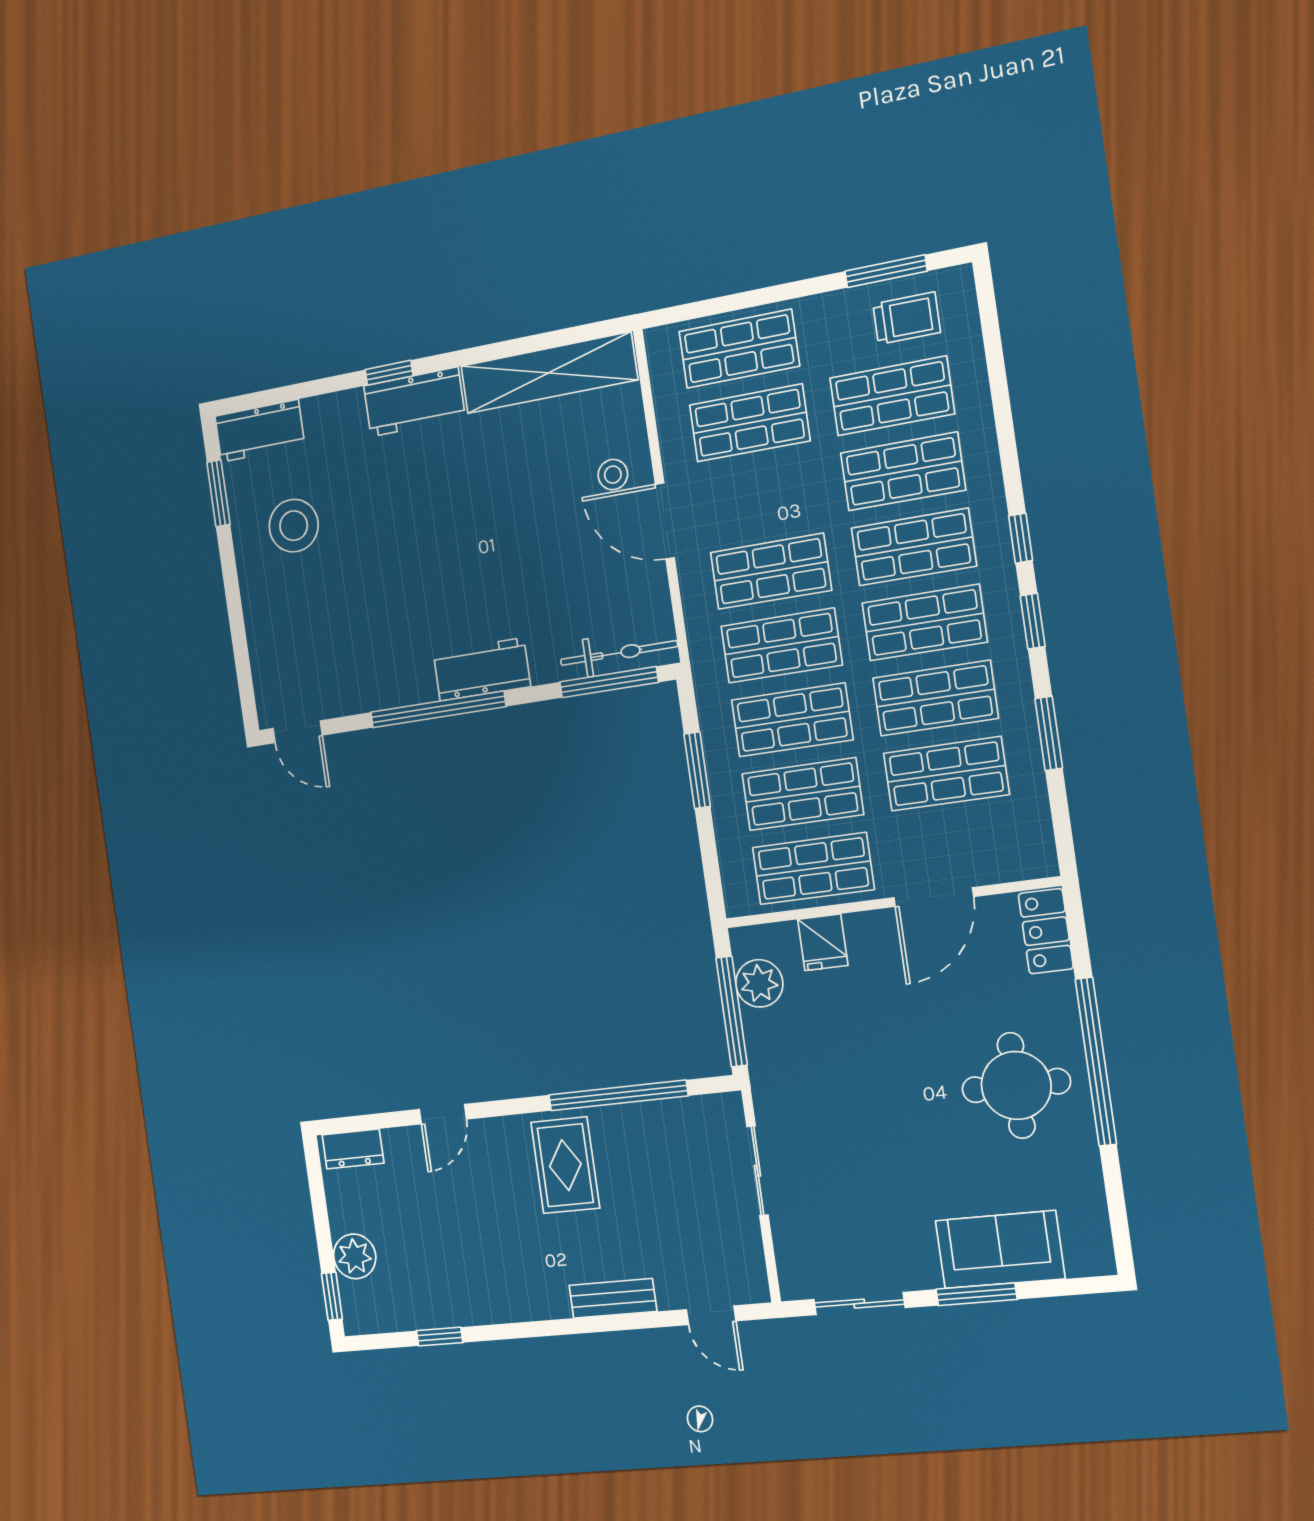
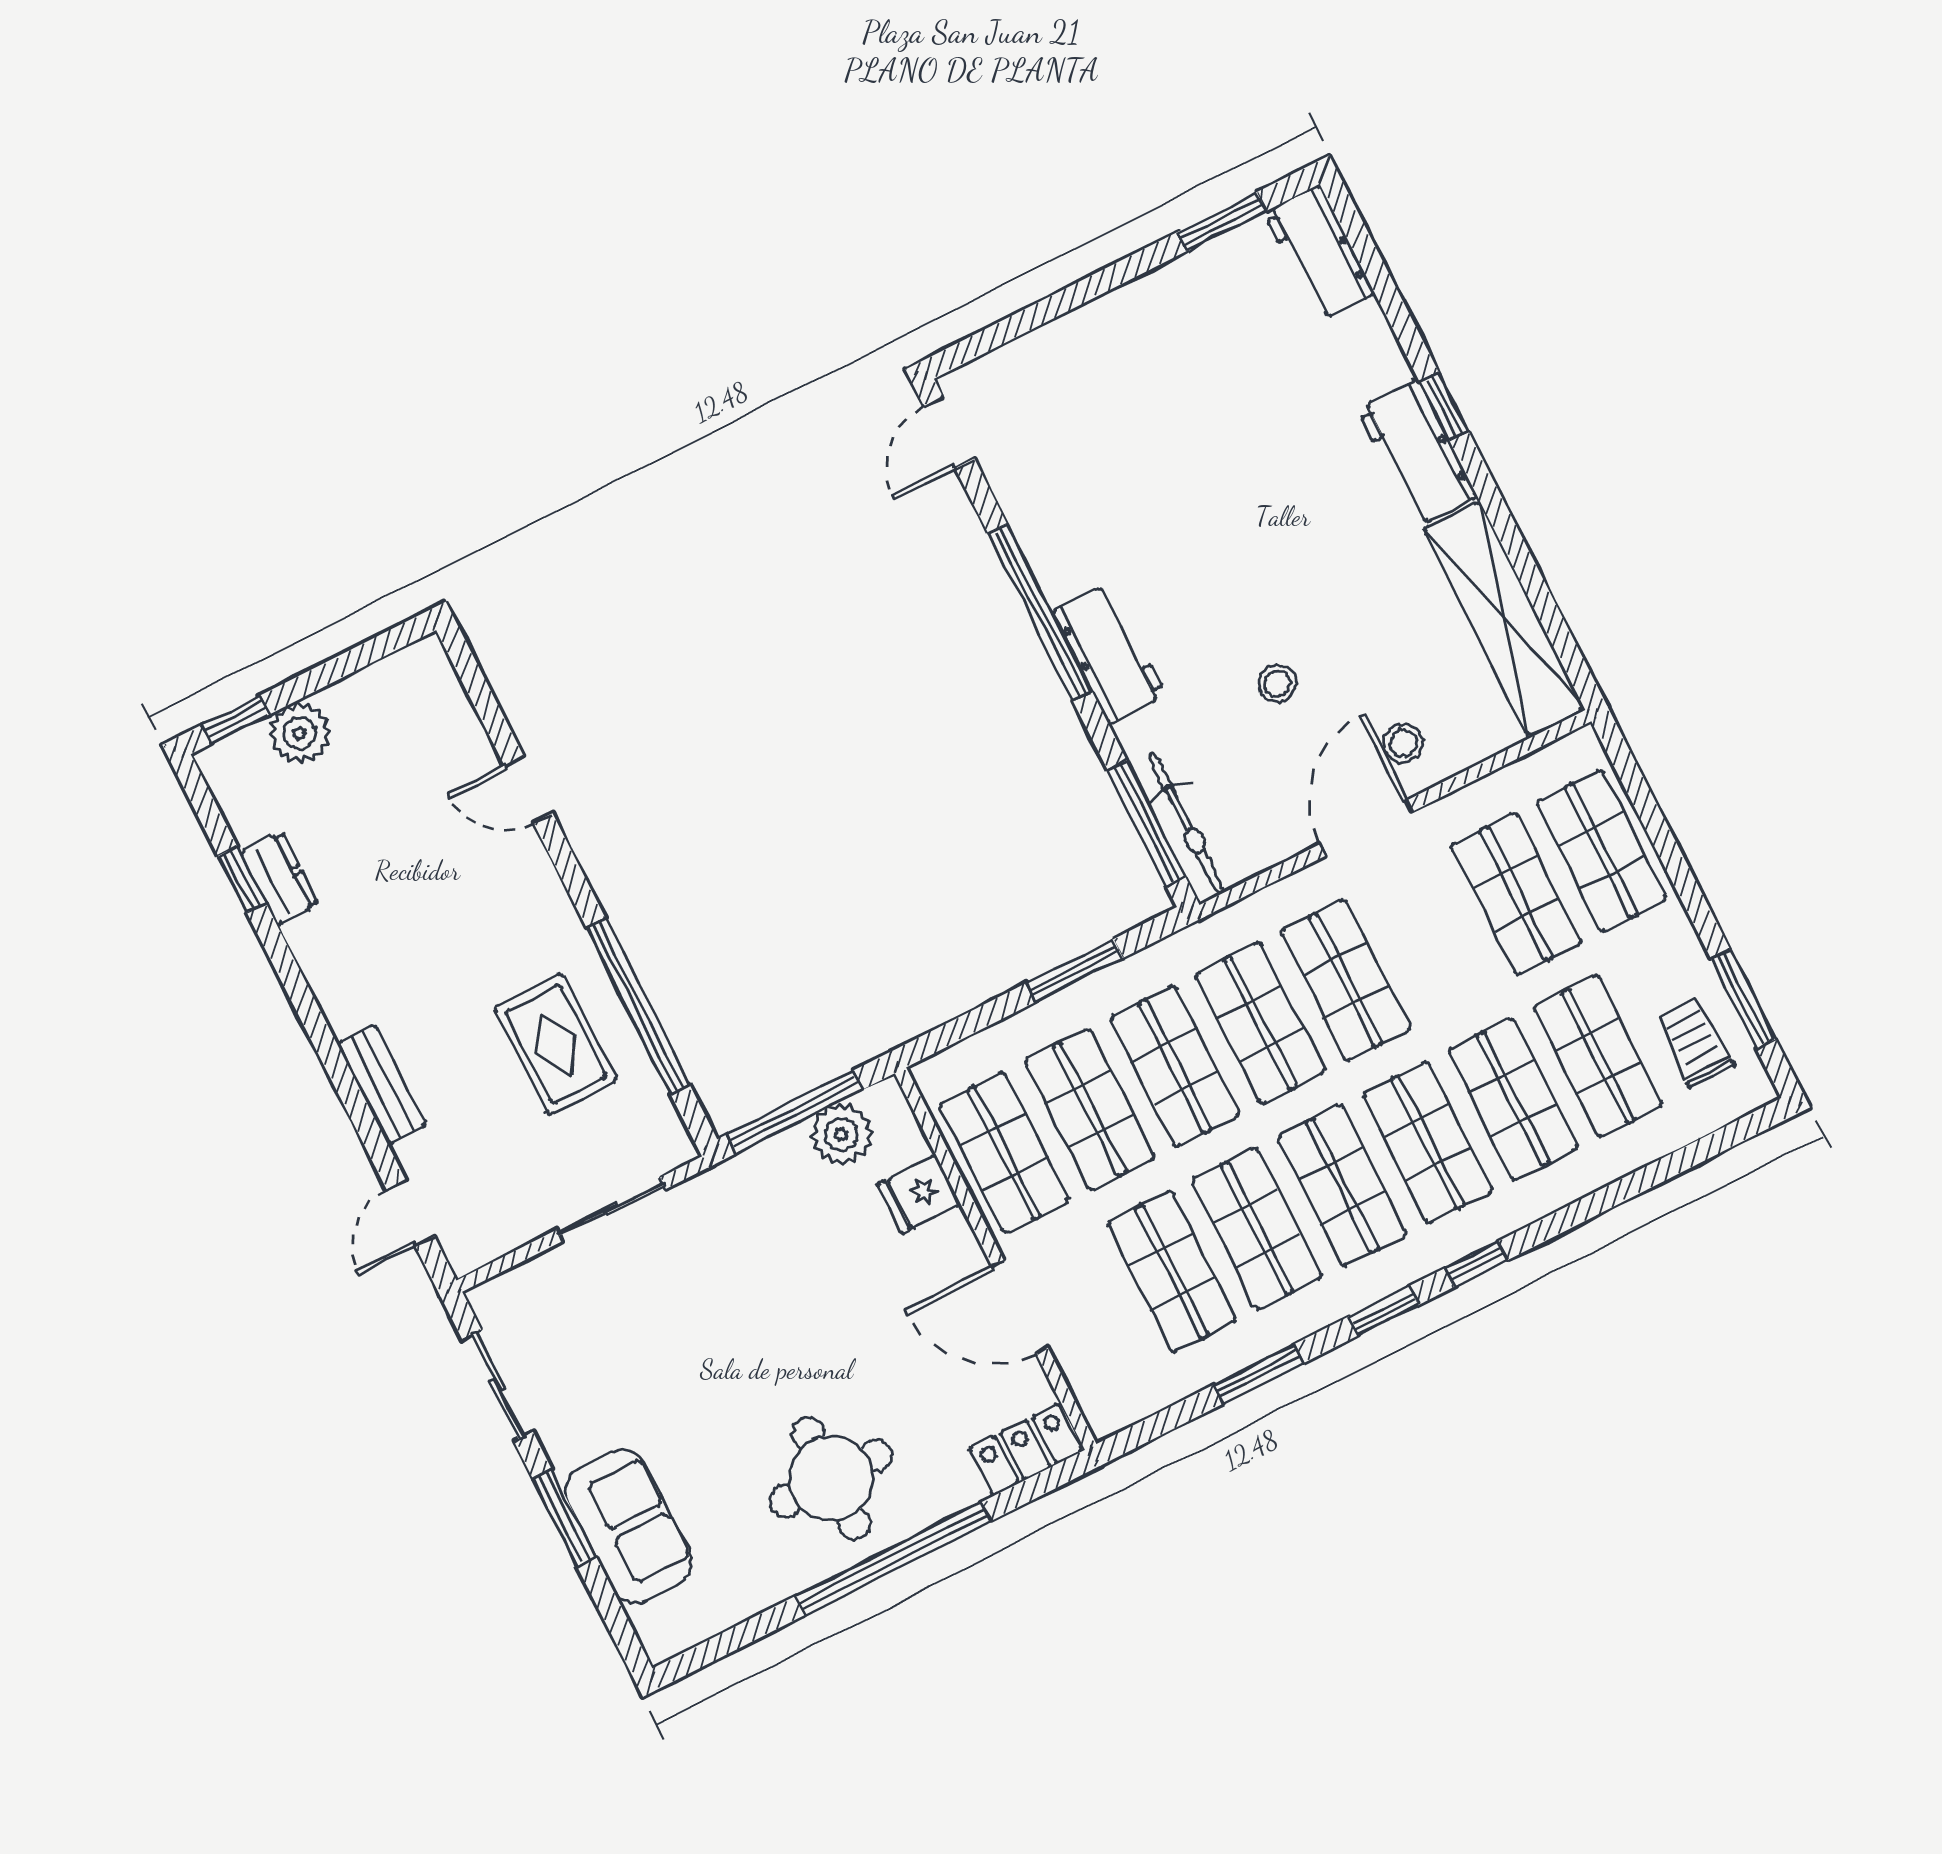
trolley: (907, 318) -> (1695, 1043), turned 180
stool: (294, 526) -> (1277, 683), moved, width x0.53, depth x0.53
dresser: (353, 1149) -> (279, 879), moved, turned 180
rug: (565, 1165) -> (556, 1044), moved, turned 90

